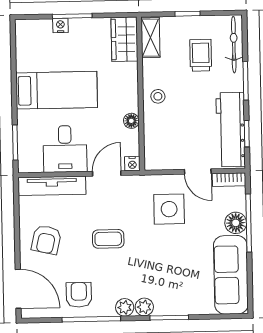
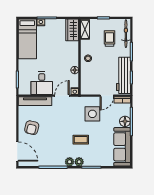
bed: (57, 90) -> (27, 39), moved, turned 90
door: (198, 172) -> (107, 96), hinge flipped
coffee table: (108, 239) -> (81, 140), moved
armchair: (79, 295) -> (47, 155), removed

